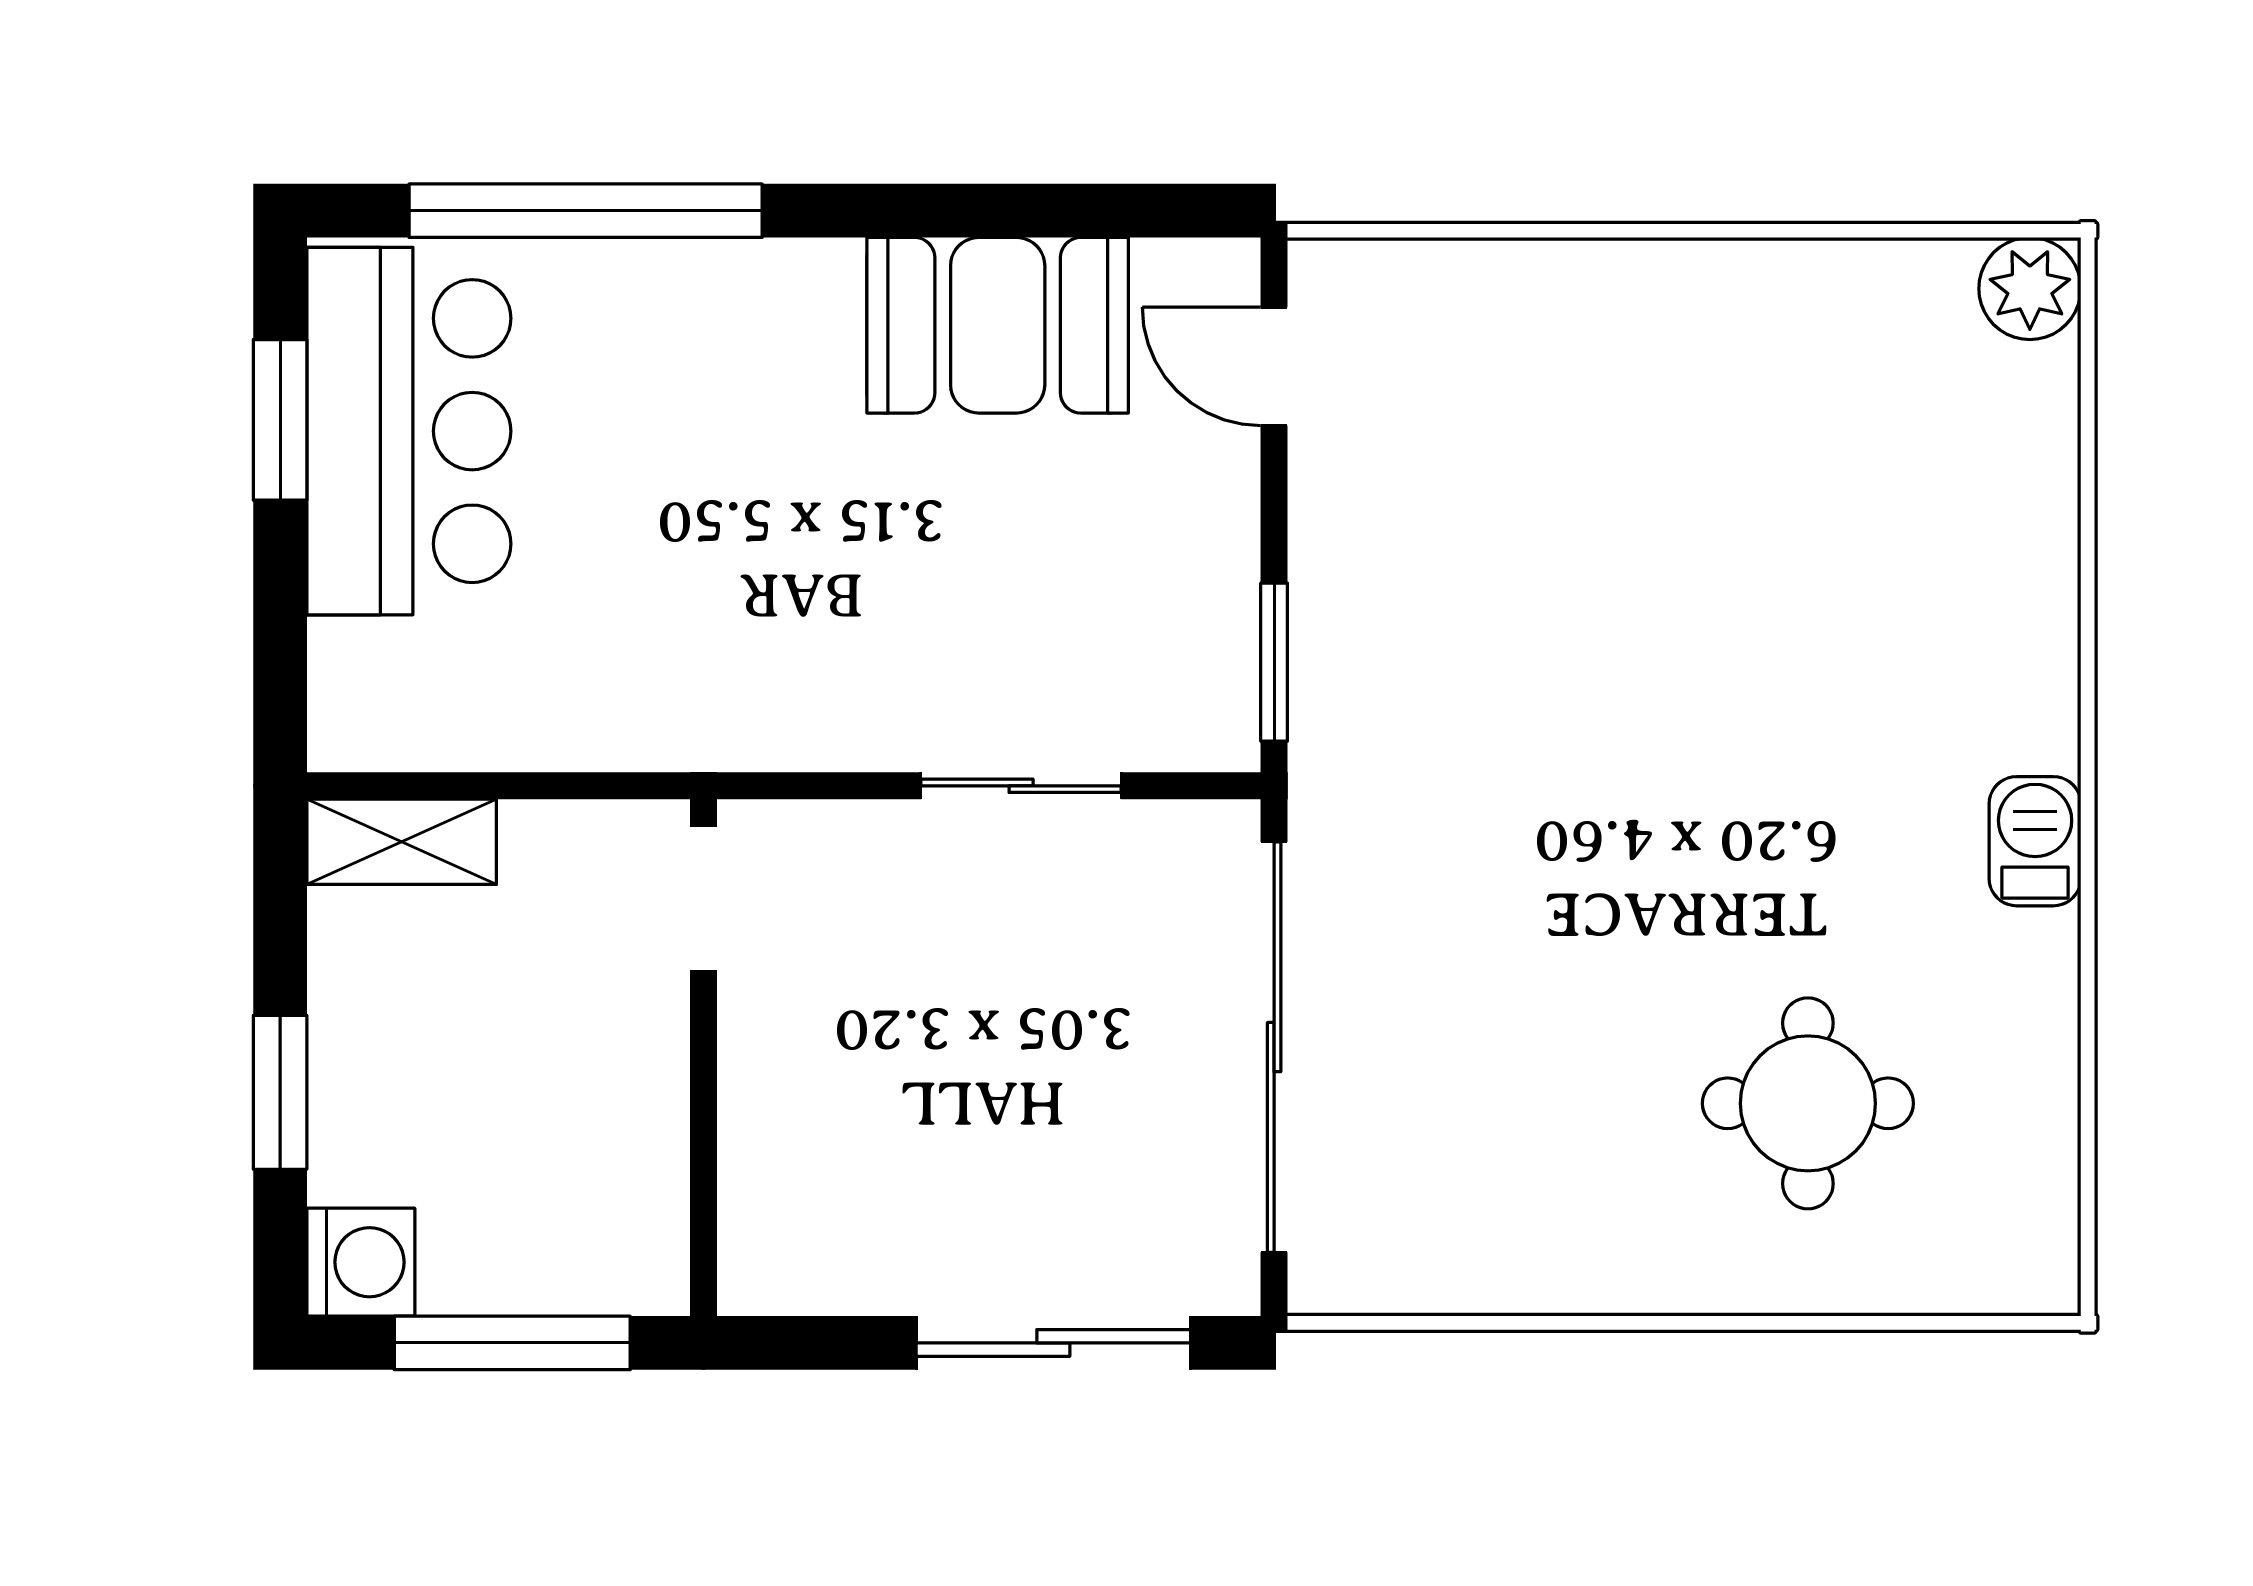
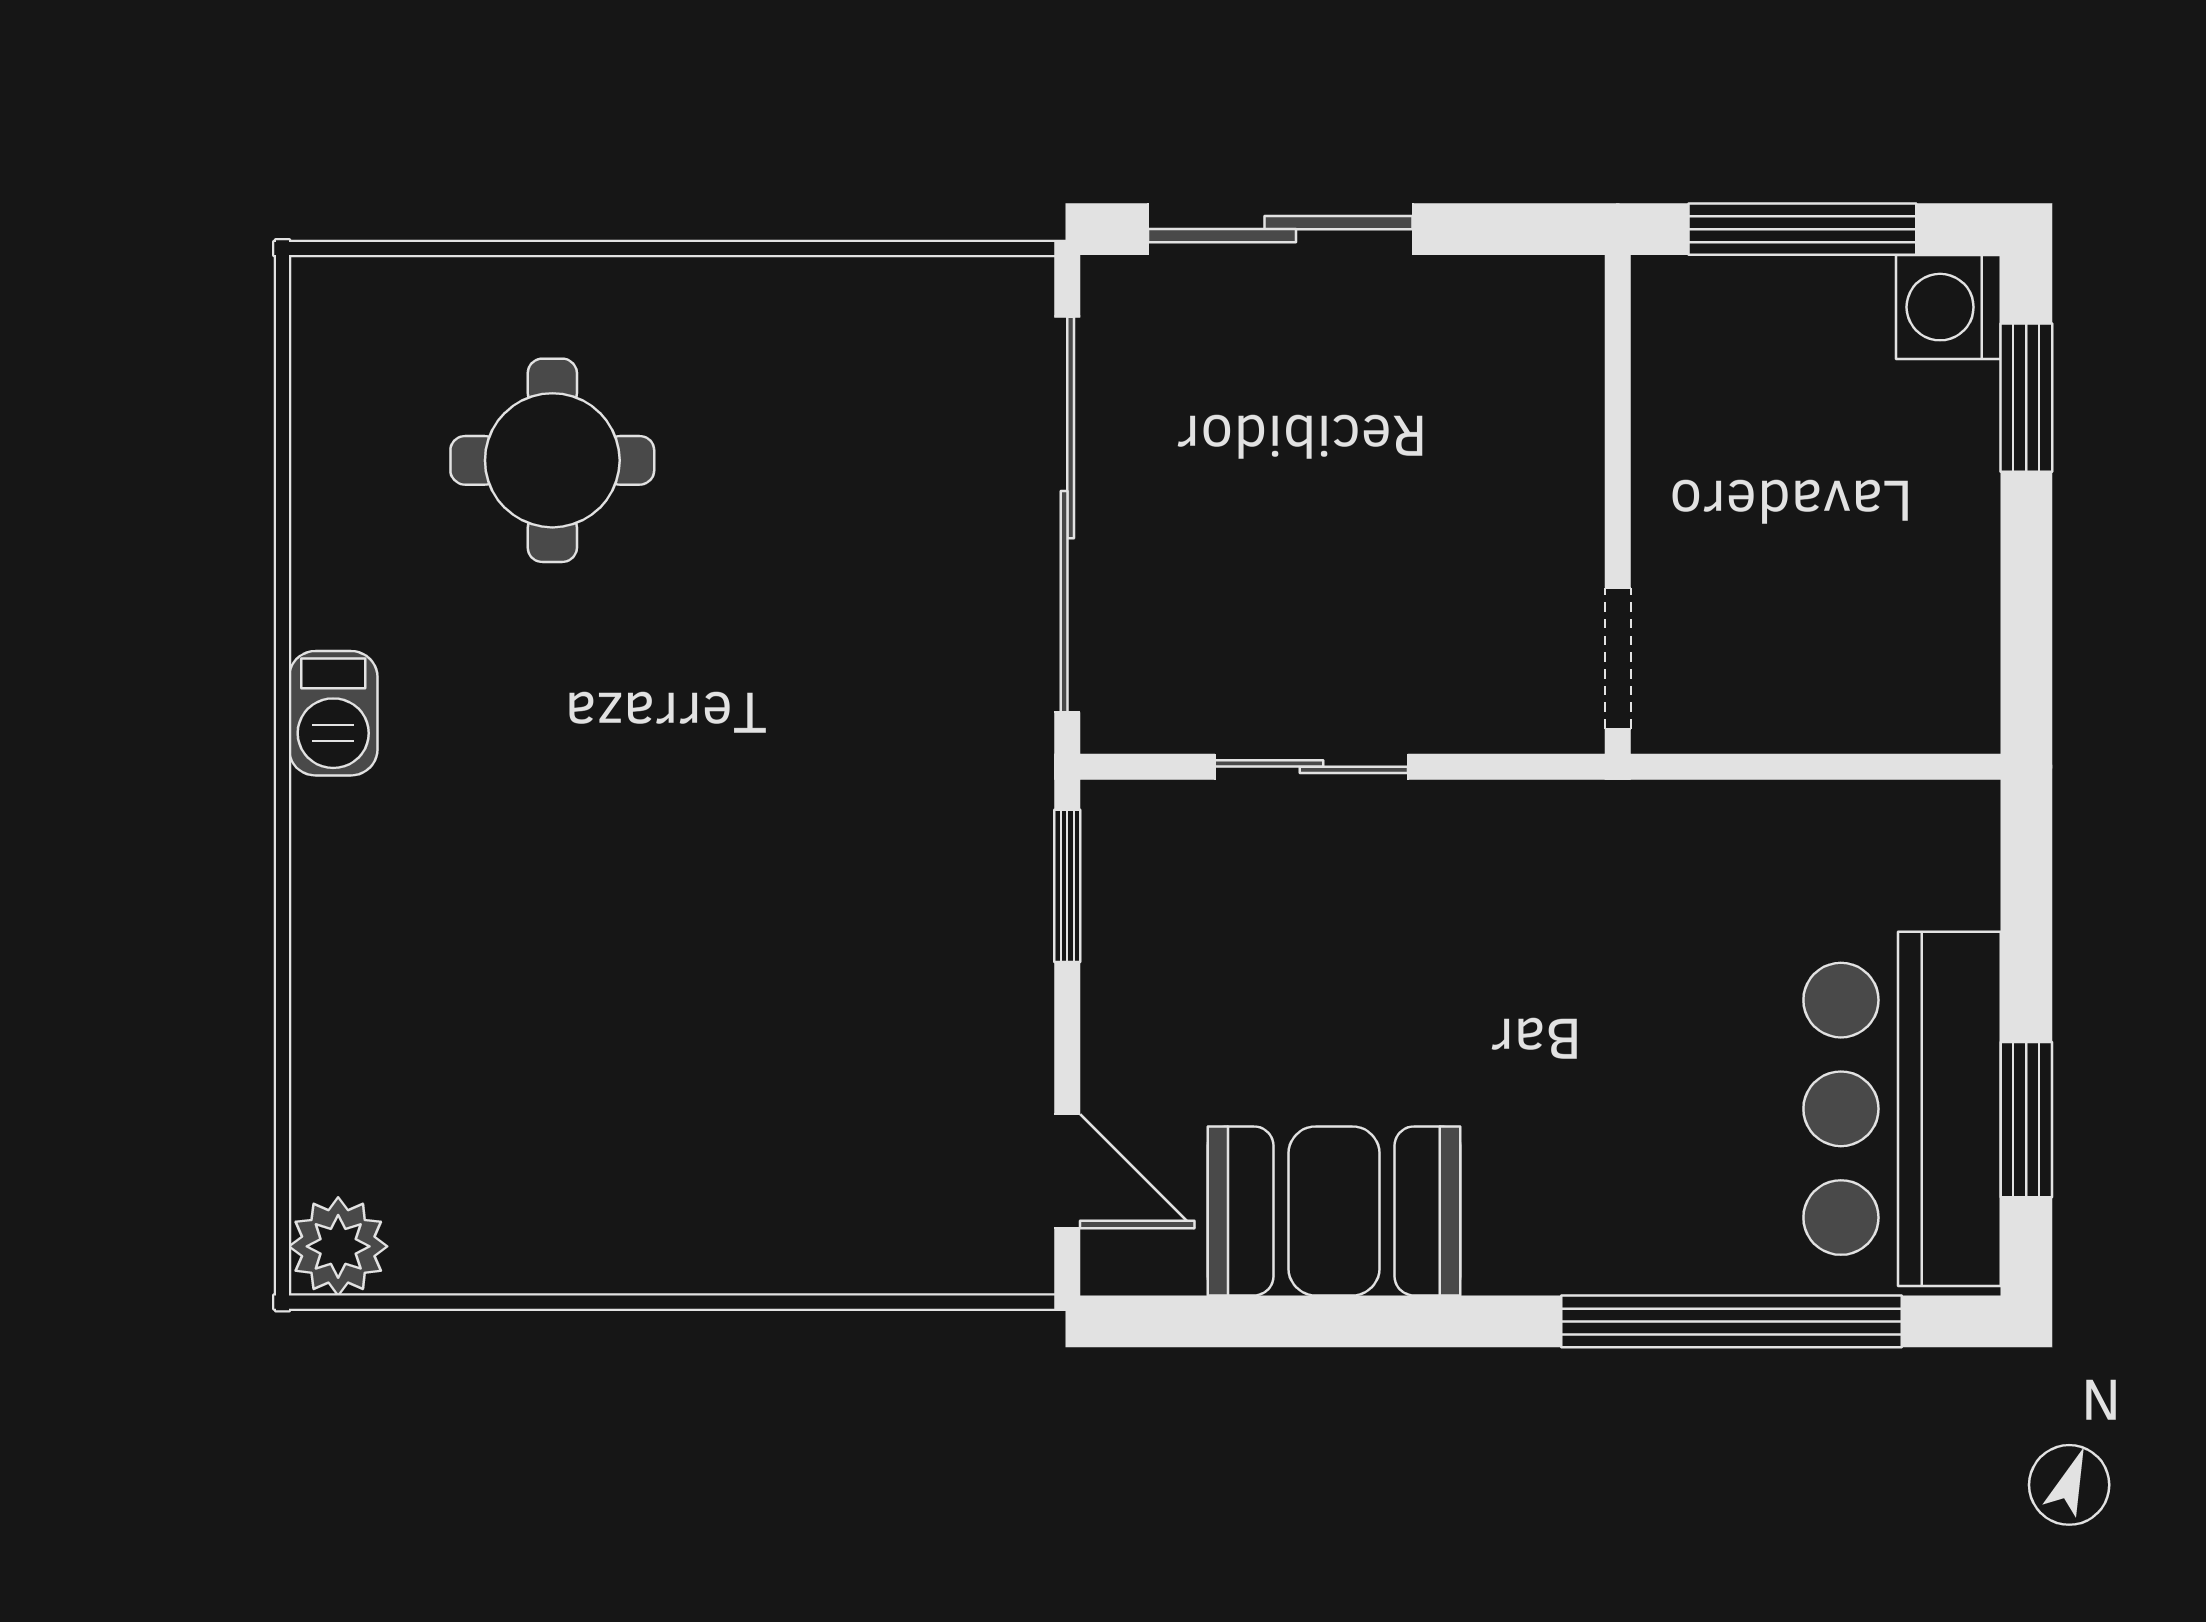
shelving: (402, 842) -> (1909, 713), removed
window: (280, 1092) -> (2026, 398), moved

